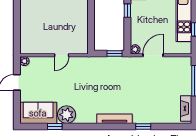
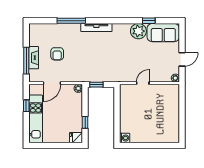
door: (153, 55) -> (52, 83), moved
armchair: (159, 89) -> (57, 54), added
fireplace: (186, 109) -> (34, 58), moved
window: (143, 126) -> (71, 21), width x2.17

